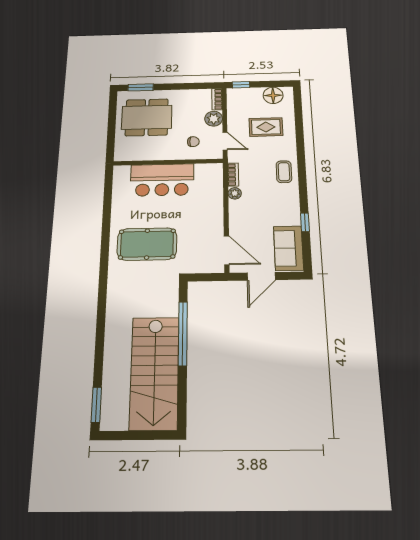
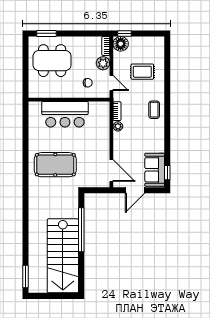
floor lamp: (273, 95) -> (121, 44), moved
window: (305, 222) -> (167, 173), moved

